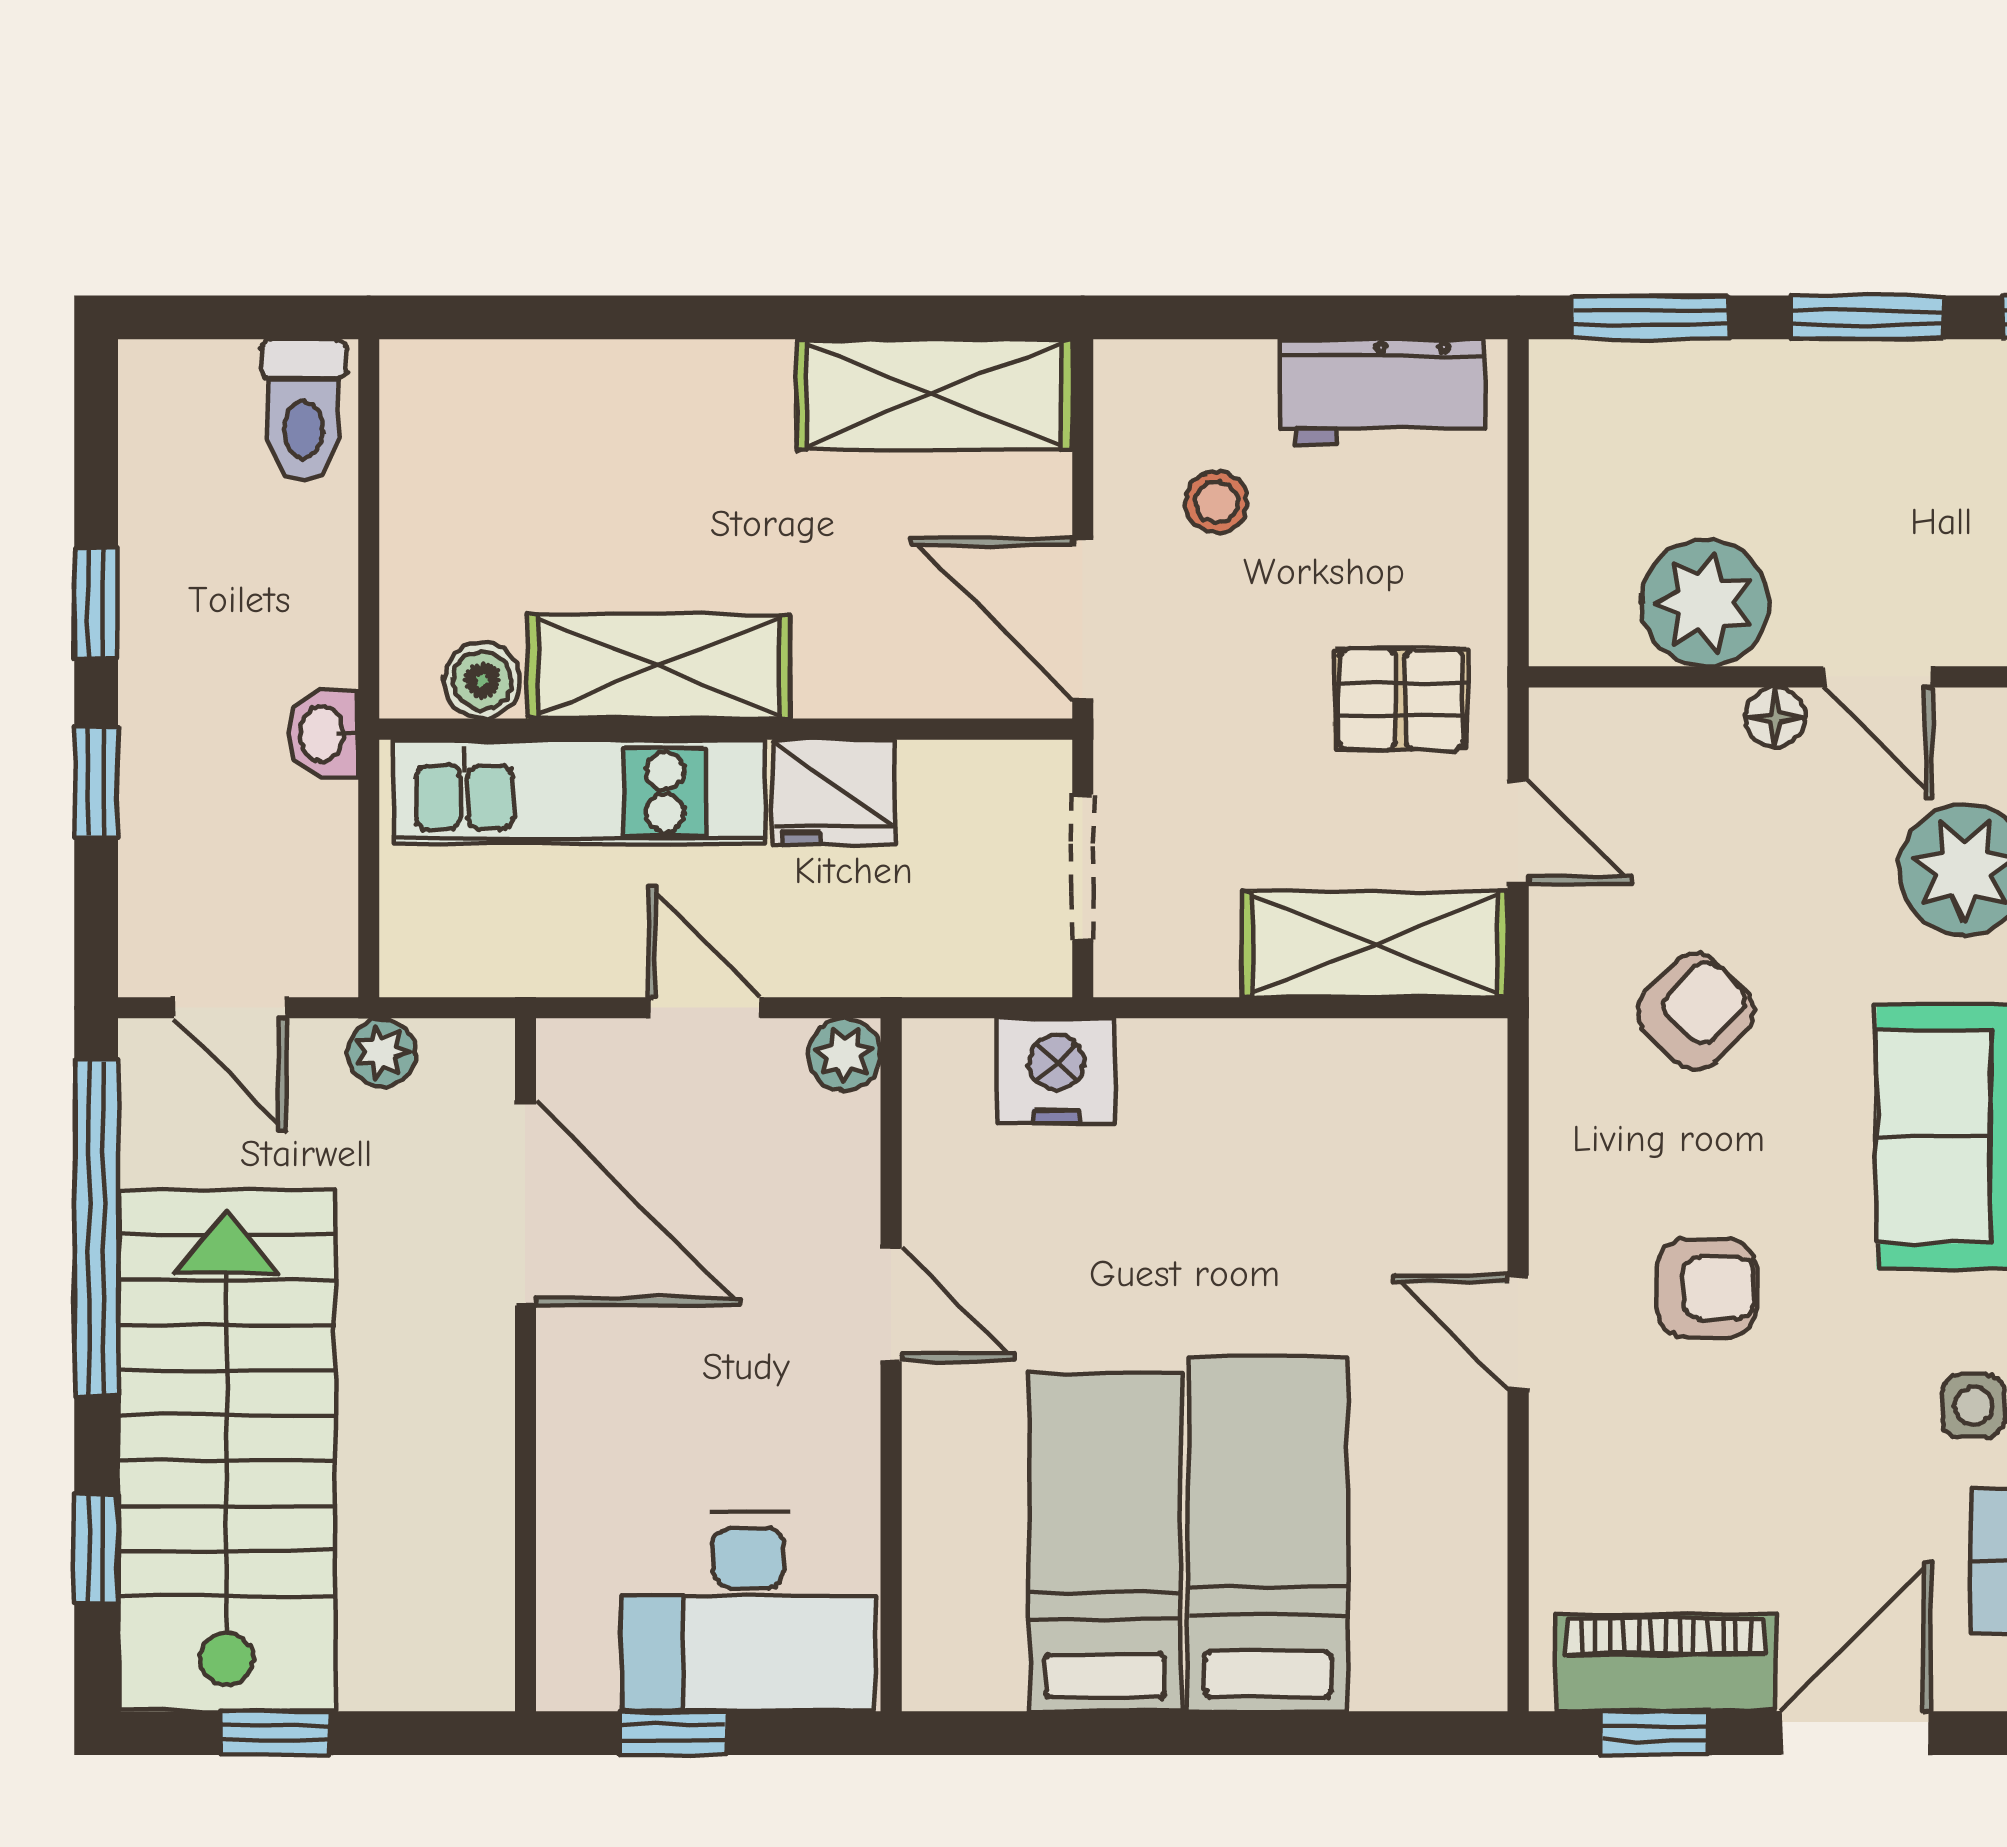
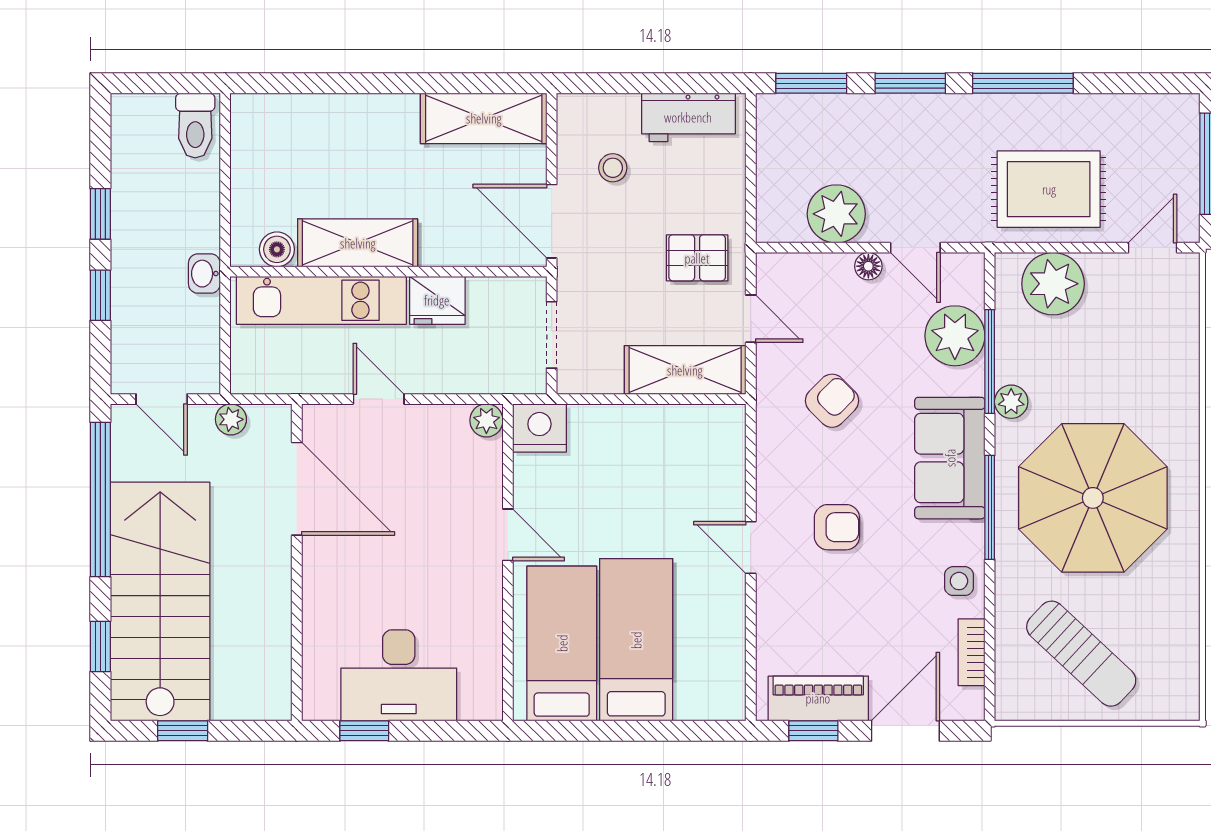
plant: (844, 1054) -> (486, 420), moved
door: (891, 1305) -> (508, 535), moved
wall: (891, 1365) -> (508, 562), moved

